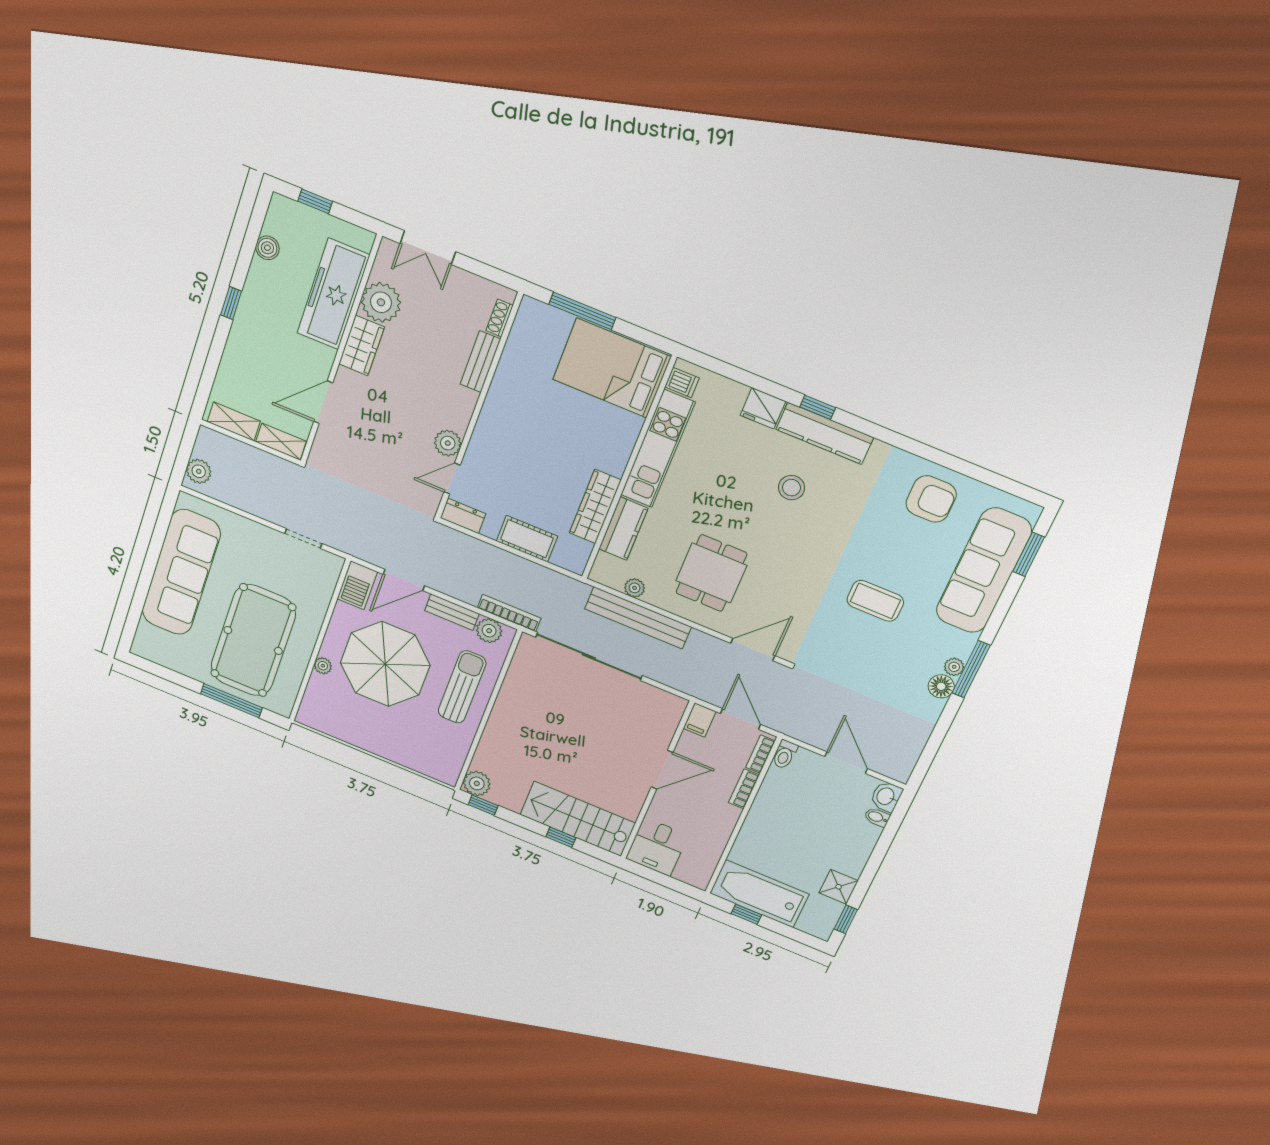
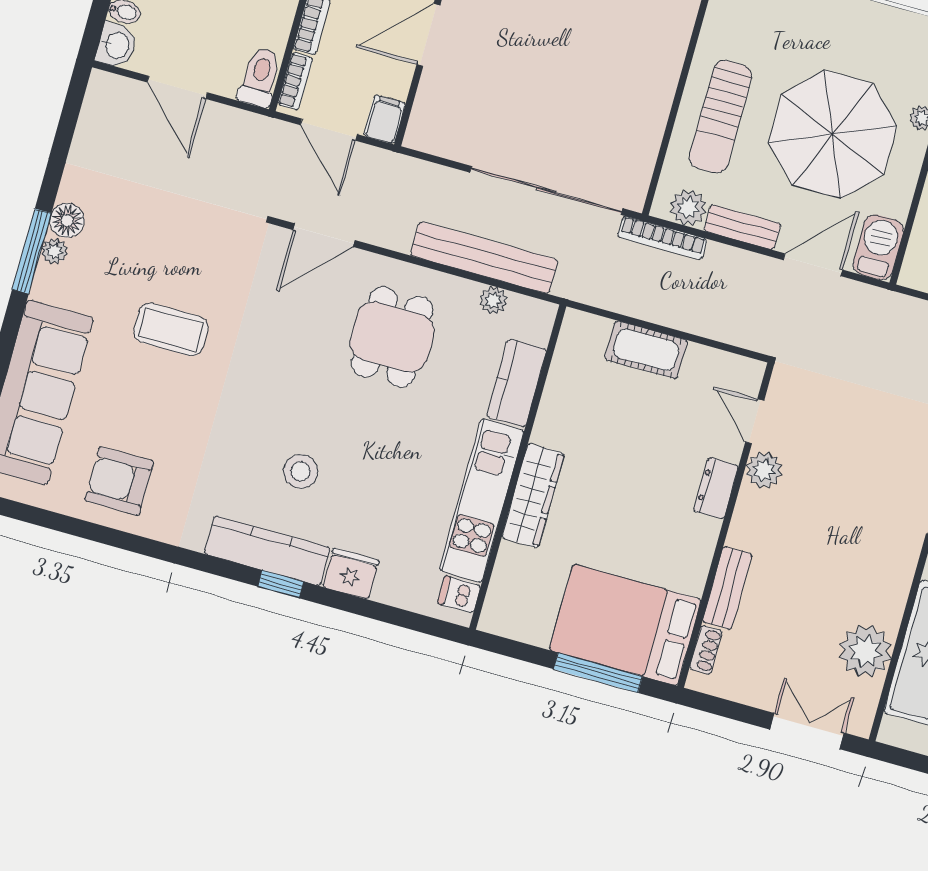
wardrobe: (362, 346) -> (889, 589), removed
bed: (612, 368) -> (625, 625), moved, turned 180
door: (452, 479) -> (755, 421), swing flipped
wardrobe: (595, 507) -> (533, 496), moved
dresser: (463, 516) -> (716, 488), moved, turned 90
toilet: (785, 754) -> (260, 77), width x1.37, depth x1.39

